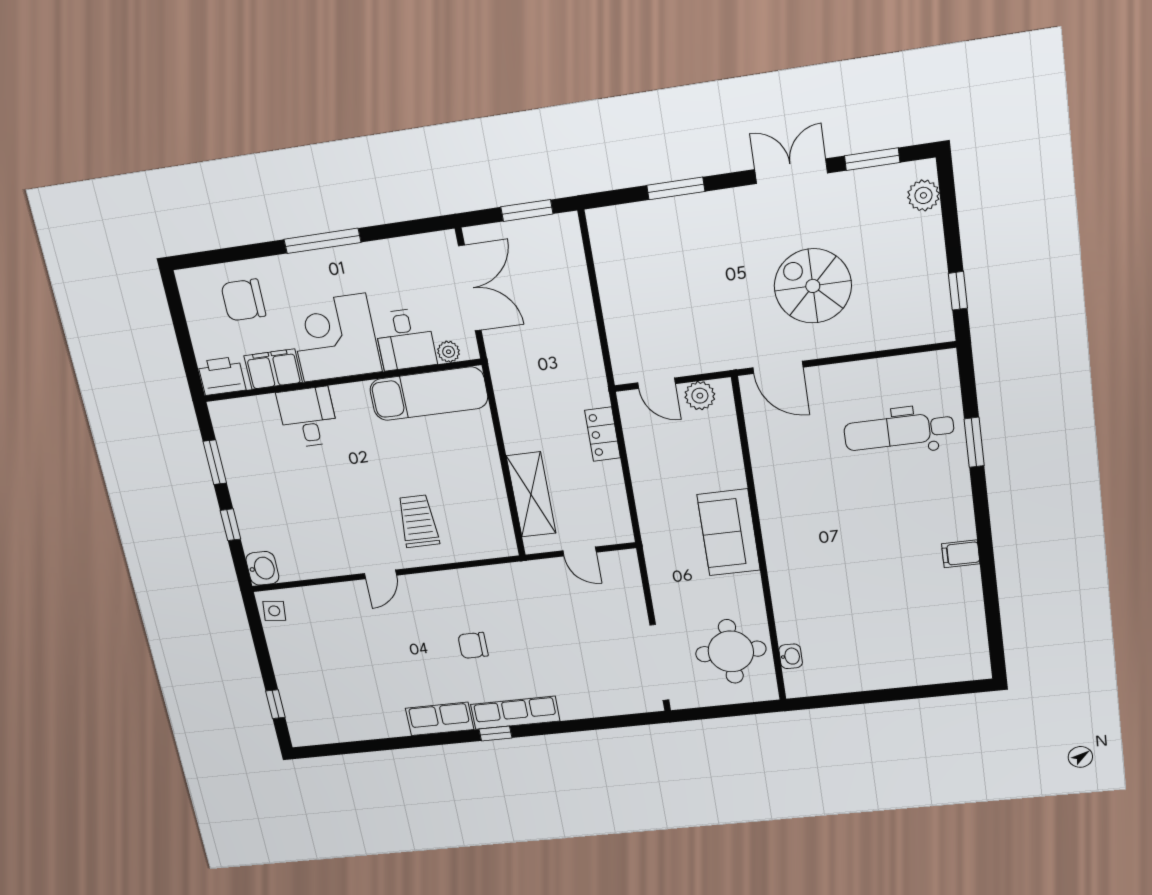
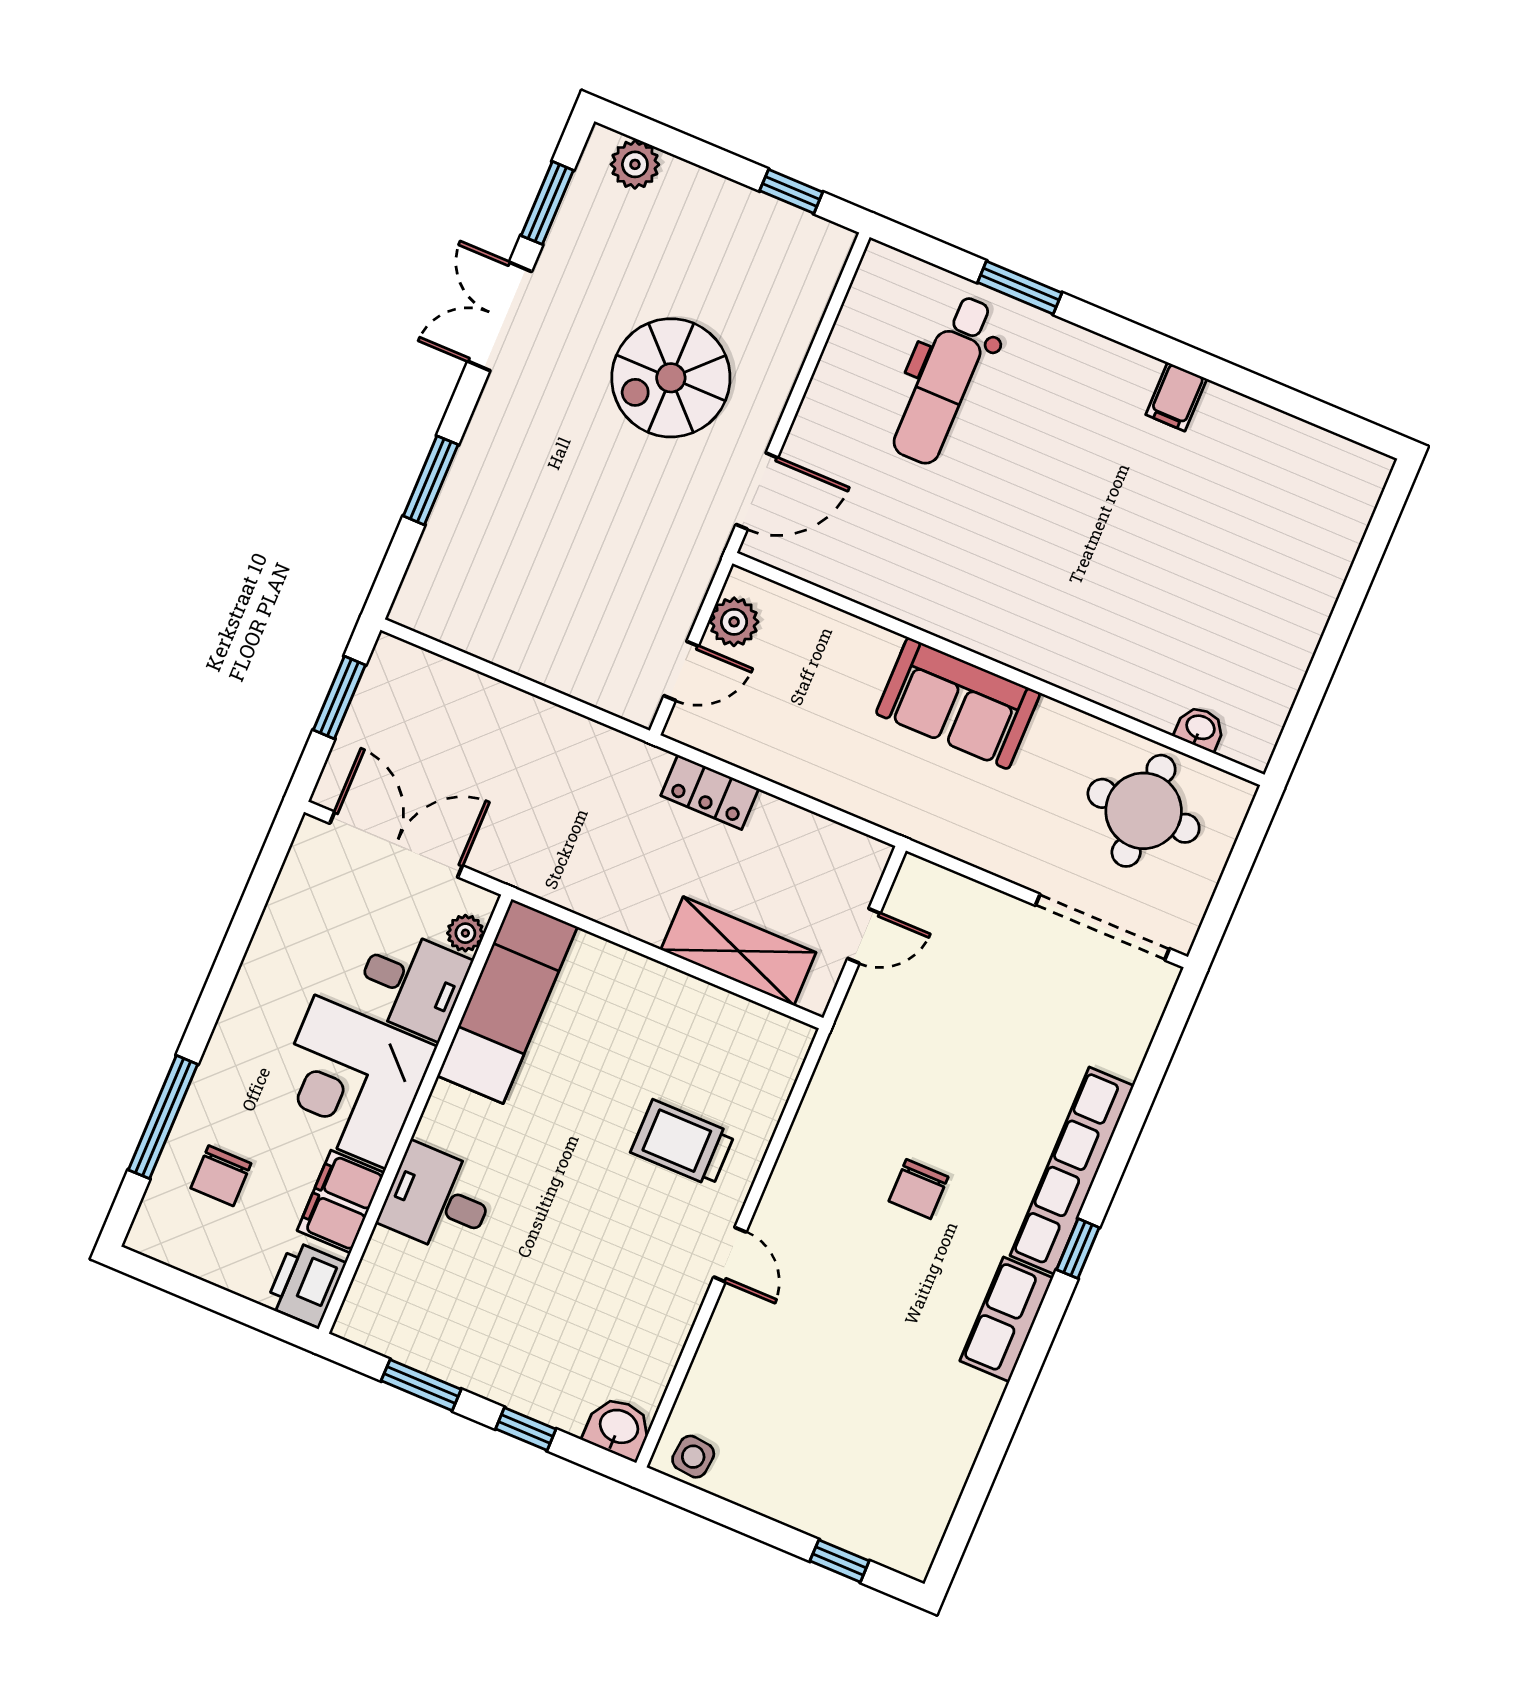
window: (322, 241) -> (163, 1117), moved
chair: (243, 300) -> (221, 1176), width x0.73, depth x0.73
row of seats: (515, 713) -> (1072, 1171), width x1.36

